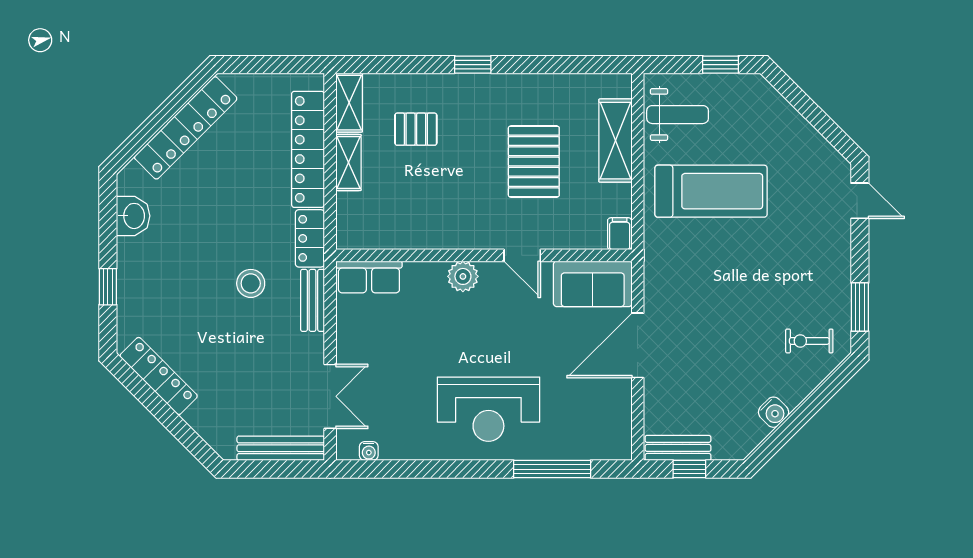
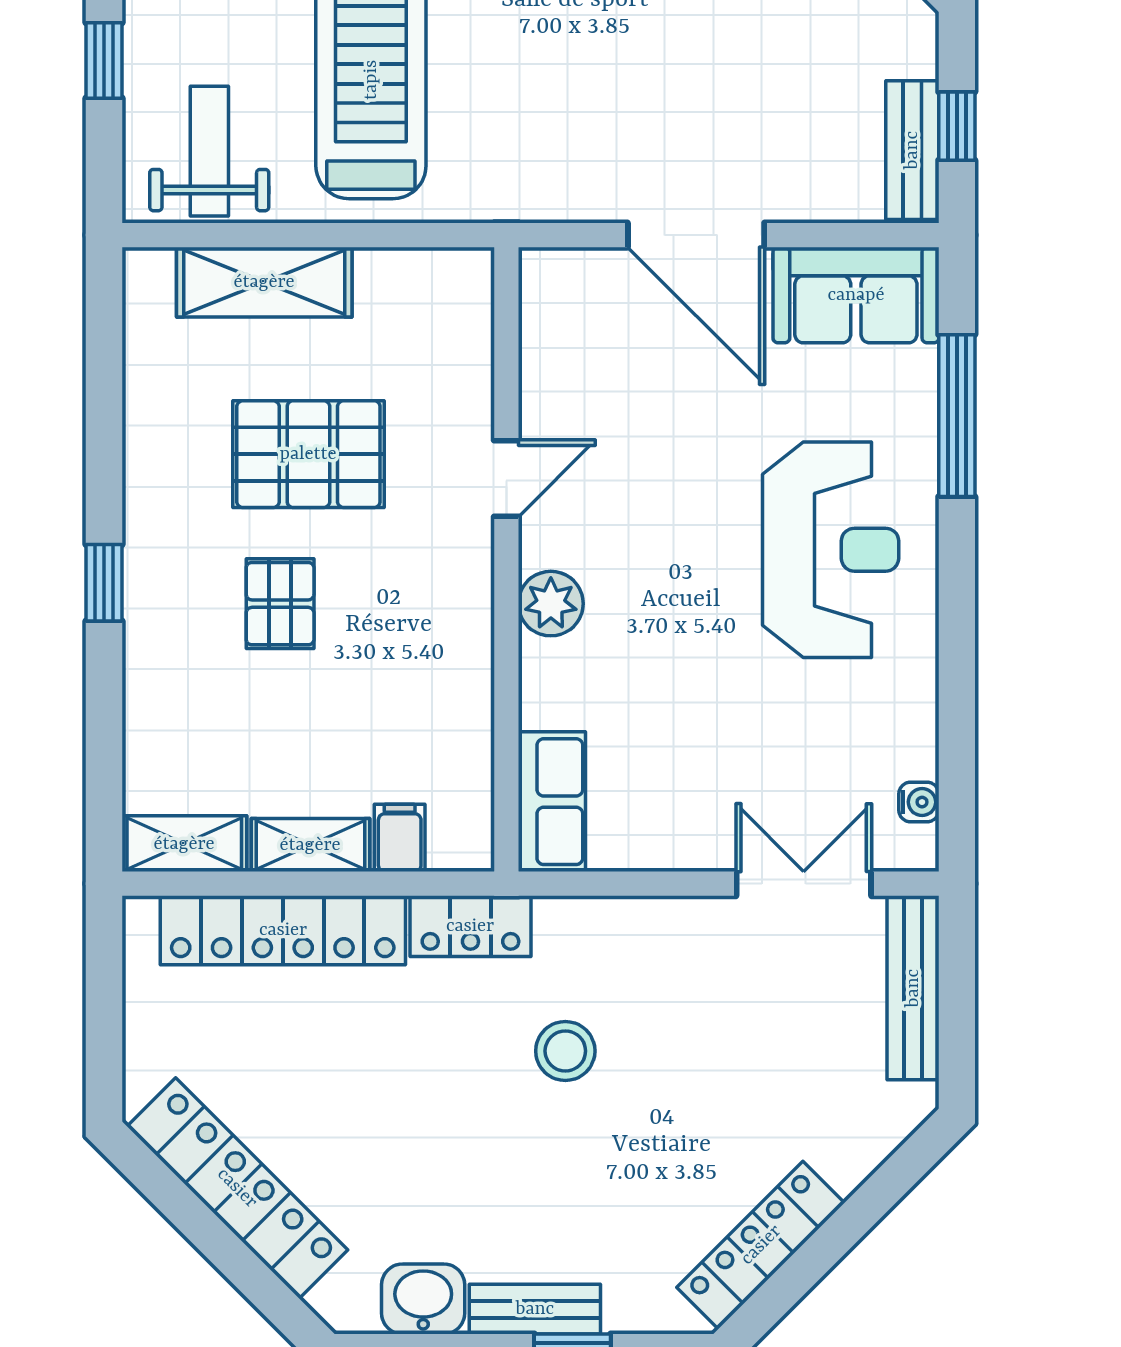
pallet: (416, 129) -> (280, 604), moved
filing cabinet: (620, 234) -> (400, 838), moved, turned 90
sofa: (593, 284) -> (856, 295), moved, turned 90
bench: (313, 300) -> (535, 1309), moved

